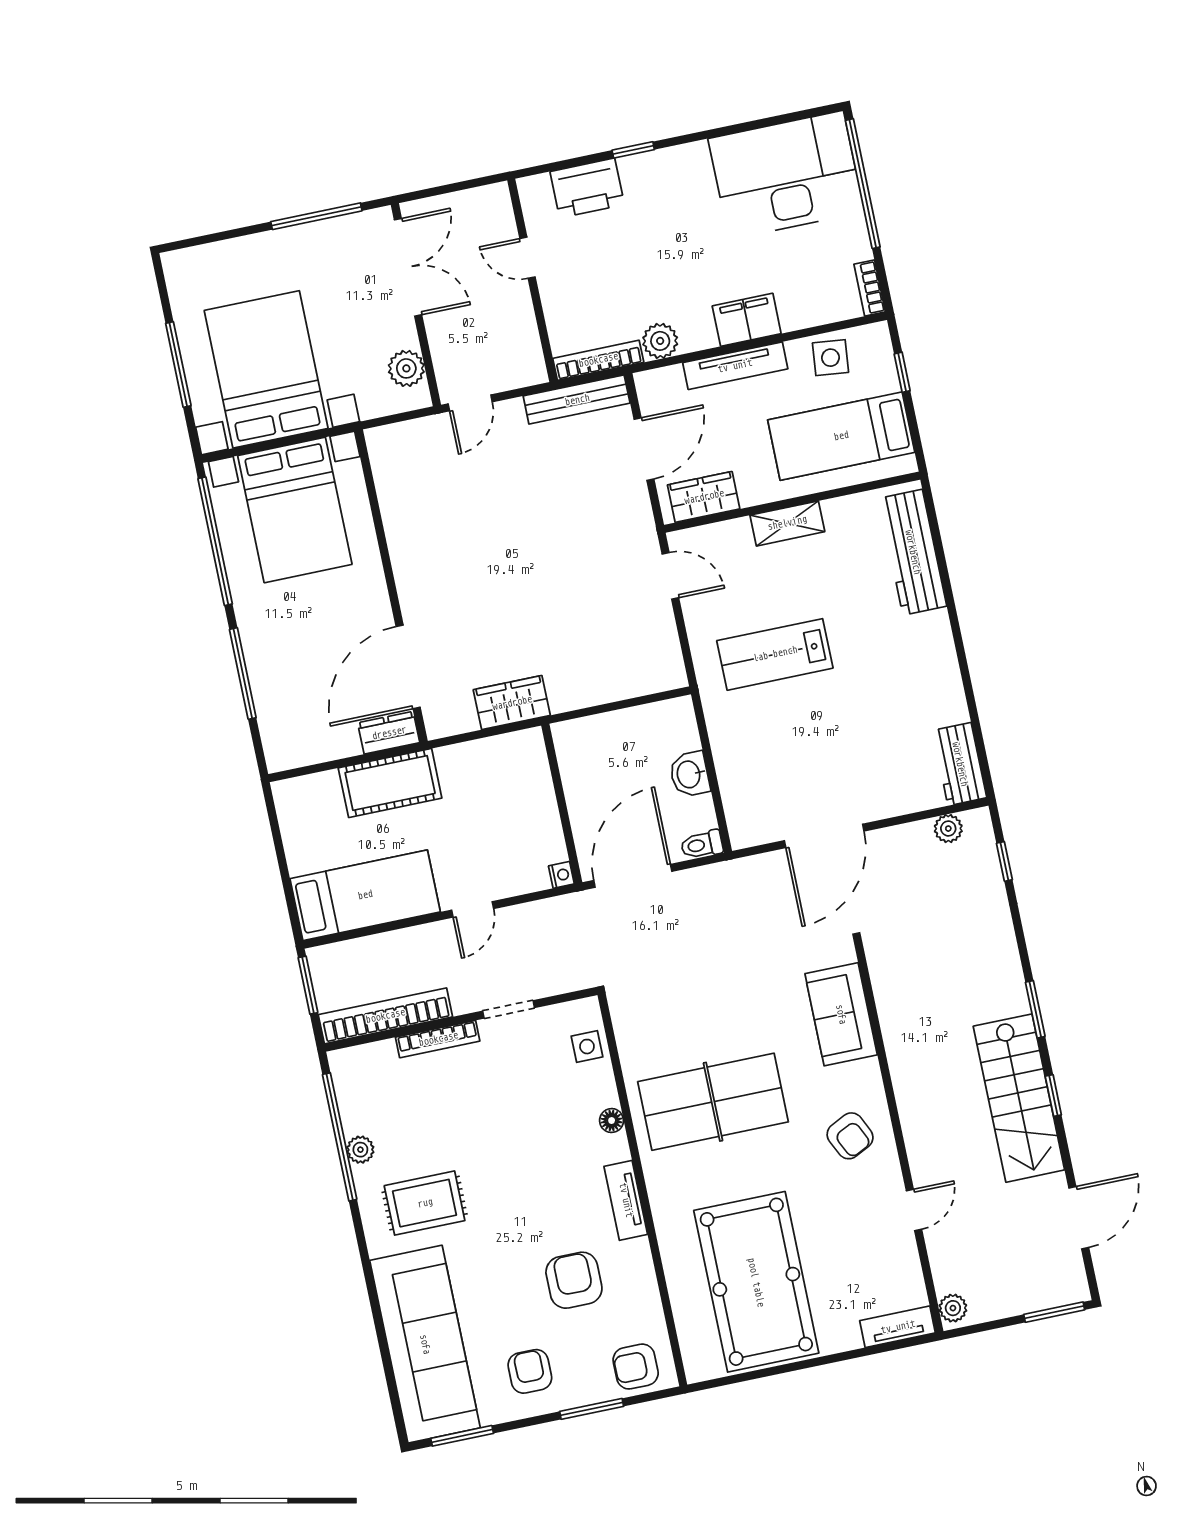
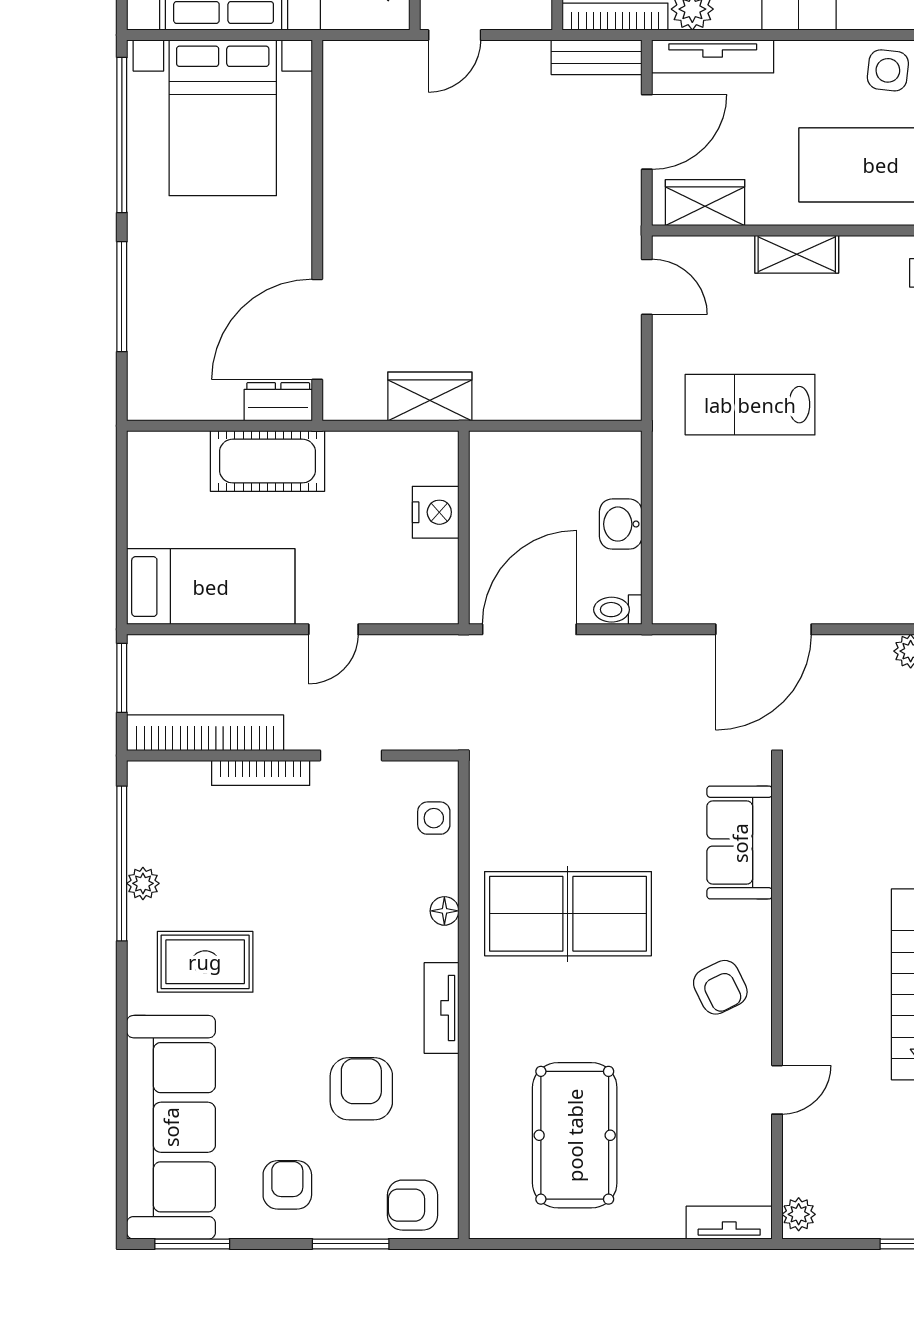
tv unit: (735, 366) -> (713, 56), moved
bench: (577, 400) -> (597, 57), width x0.73
nightstand: (561, 875) -> (436, 512), moved, width x1.89, depth x1.79
pool table: (756, 1282) -> (575, 1135), width x0.73, depth x0.76

